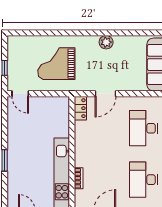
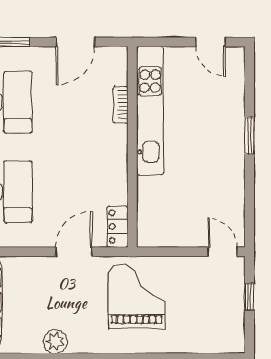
plant: (106, 42) -> (55, 341), moved
grand piano: (56, 64) -> (136, 296), moved, turned -90

